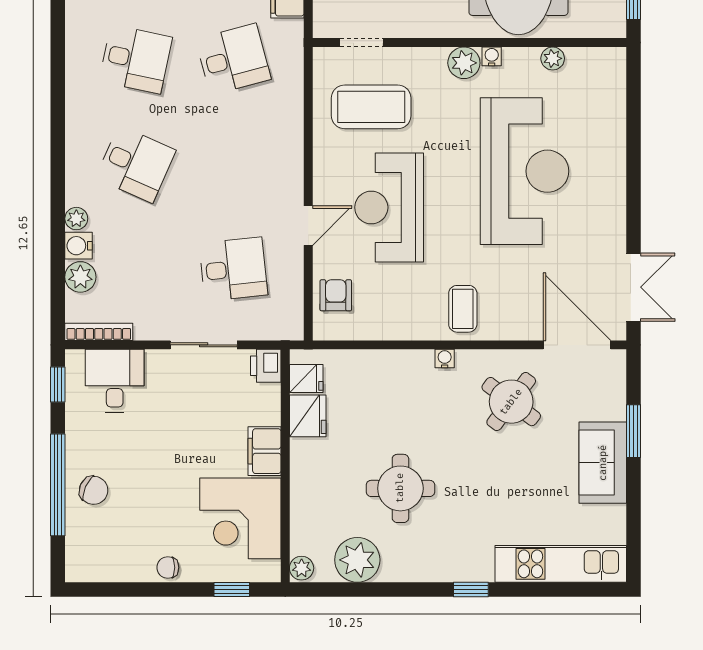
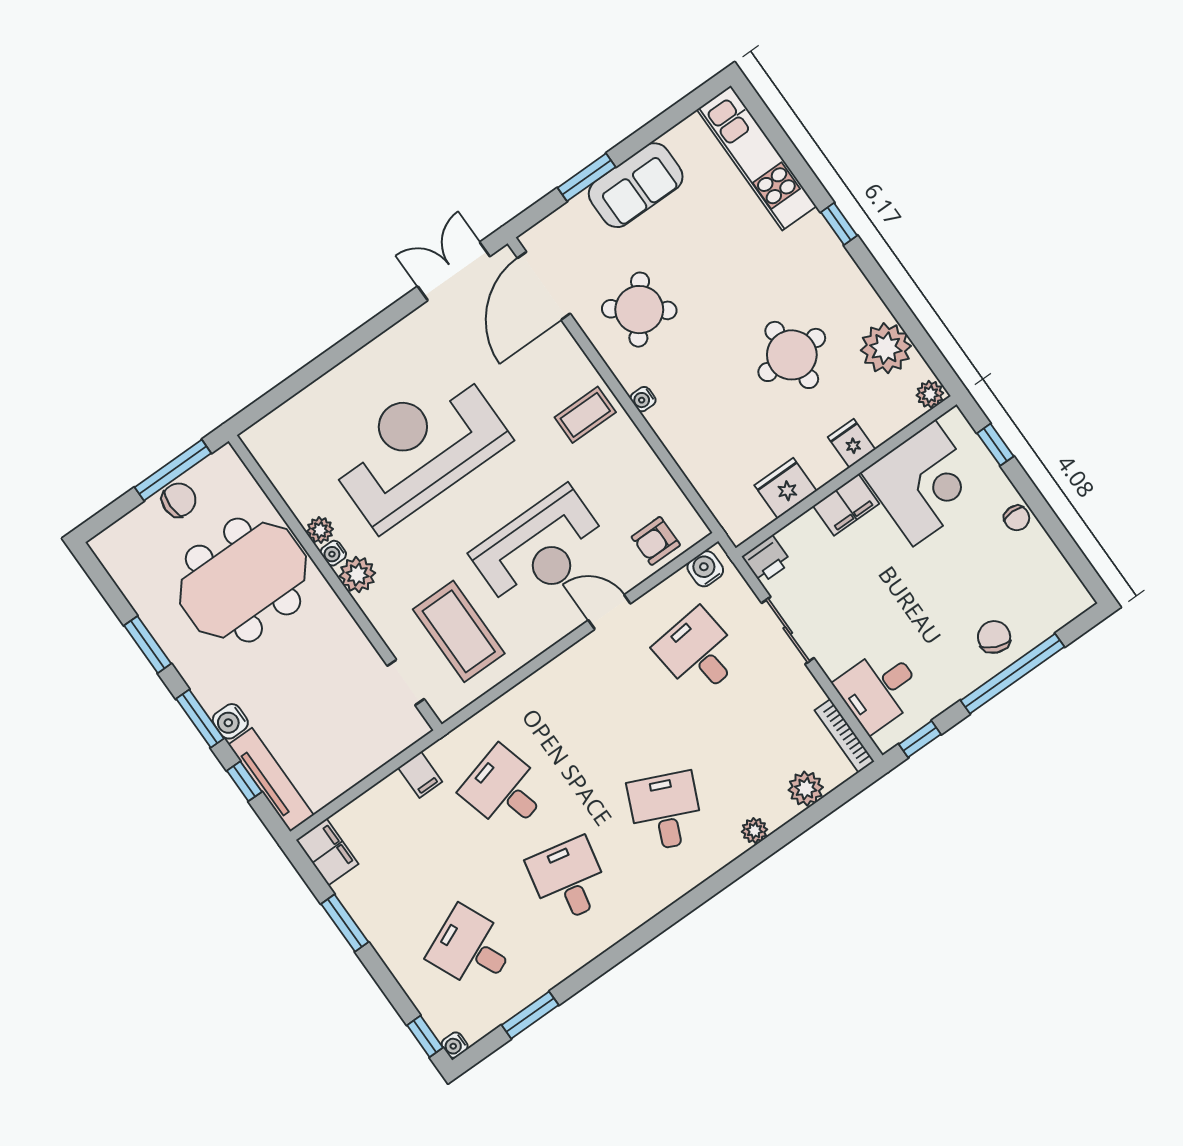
plant: (553, 58) -> (320, 530), moved
water cooler: (78, 246) -> (705, 569), moved, turned 180
fridge: (306, 379) -> (852, 443), moved

